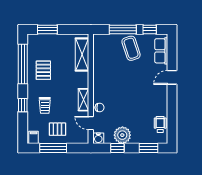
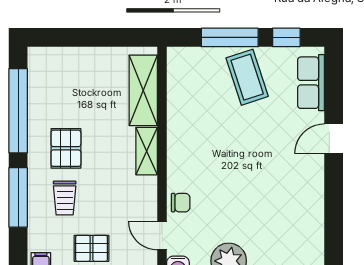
window: (47, 29) -> (70, 37), removed
pallet: (43, 70) -> (66, 148), moved
shelving: (84, 100) -> (147, 151), moved
window: (23, 105) -> (18, 197), width x2.17
wheelchair: (160, 124) -> (309, 238), removed

